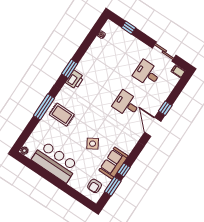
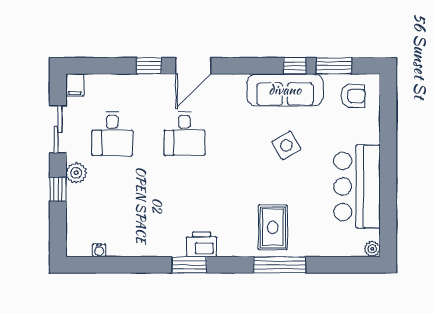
window: (129, 28) -> (58, 189), moved
plant: (141, 47) -> (76, 173), added
sofa: (114, 163) -> (285, 90), width x1.36

